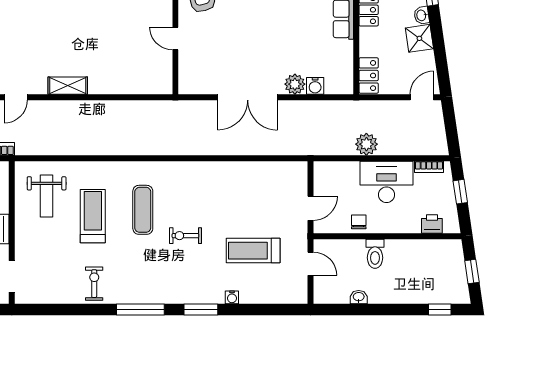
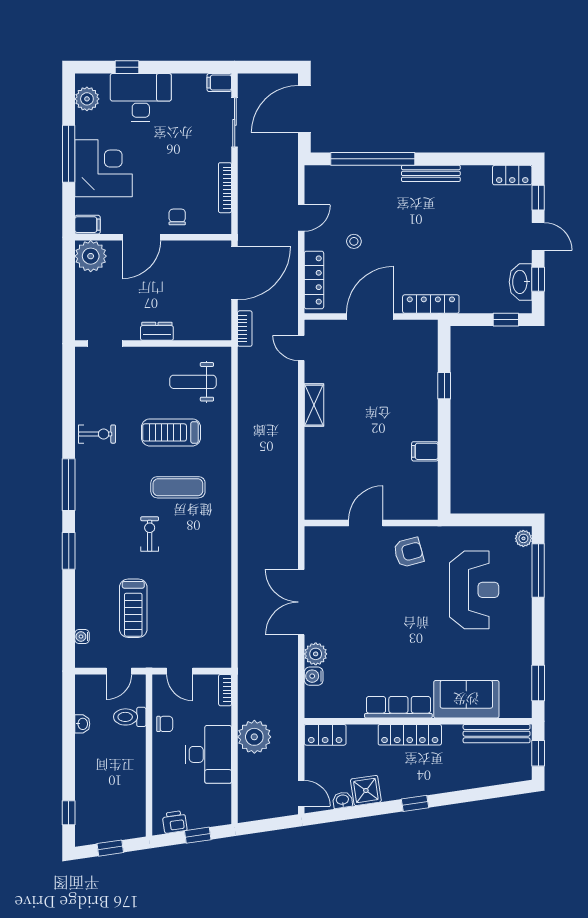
washbasin: (422, 15) -> (342, 800), moved
door: (175, 38) -> (366, 523), width x1.37
plant: (366, 144) -> (254, 737), width x1.36, depth x1.36
bookcase: (429, 167) -> (225, 690), moved
treadmill: (93, 216) -> (171, 432), turned 180
printer: (432, 224) -> (175, 822), moved, turned -98
treadmill: (253, 251) -> (133, 608), turned 180
toilet: (375, 254) -> (130, 717), moved
water cooler: (232, 297) -> (82, 637), moved

